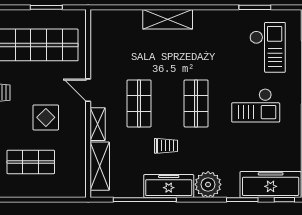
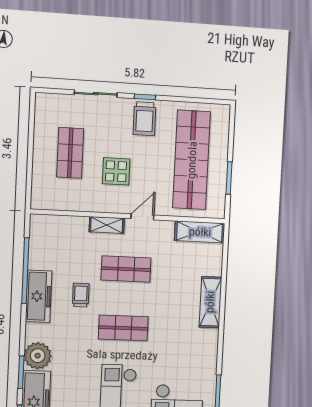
trolley: (166, 146) -> (81, 295), turned 180
shelving: (100, 166) -> (200, 232), moved
plant: (208, 184) -> (38, 356), moved

